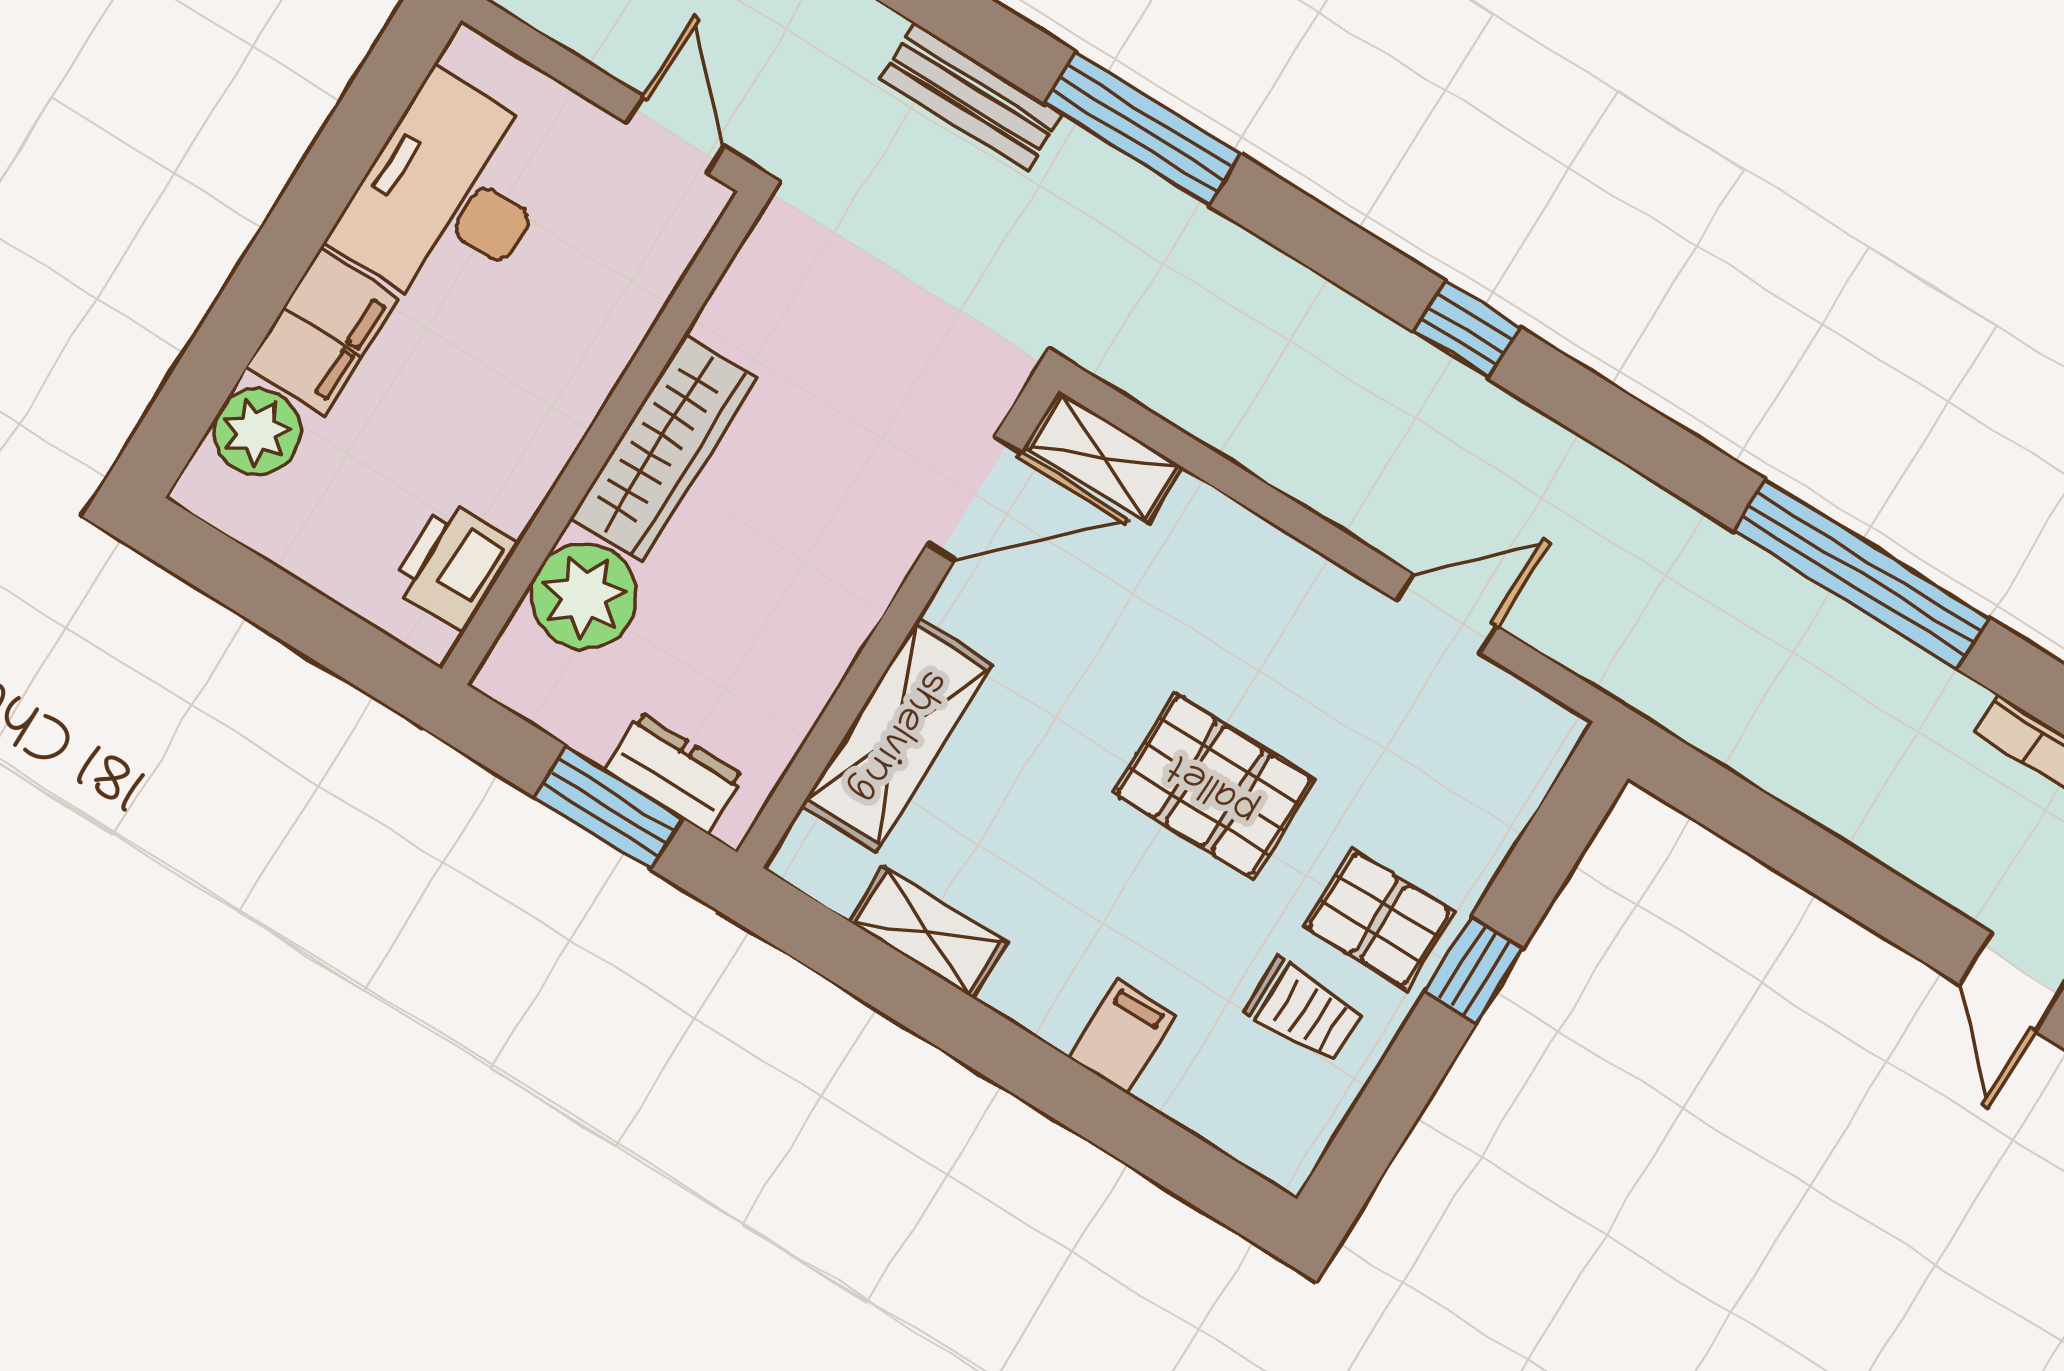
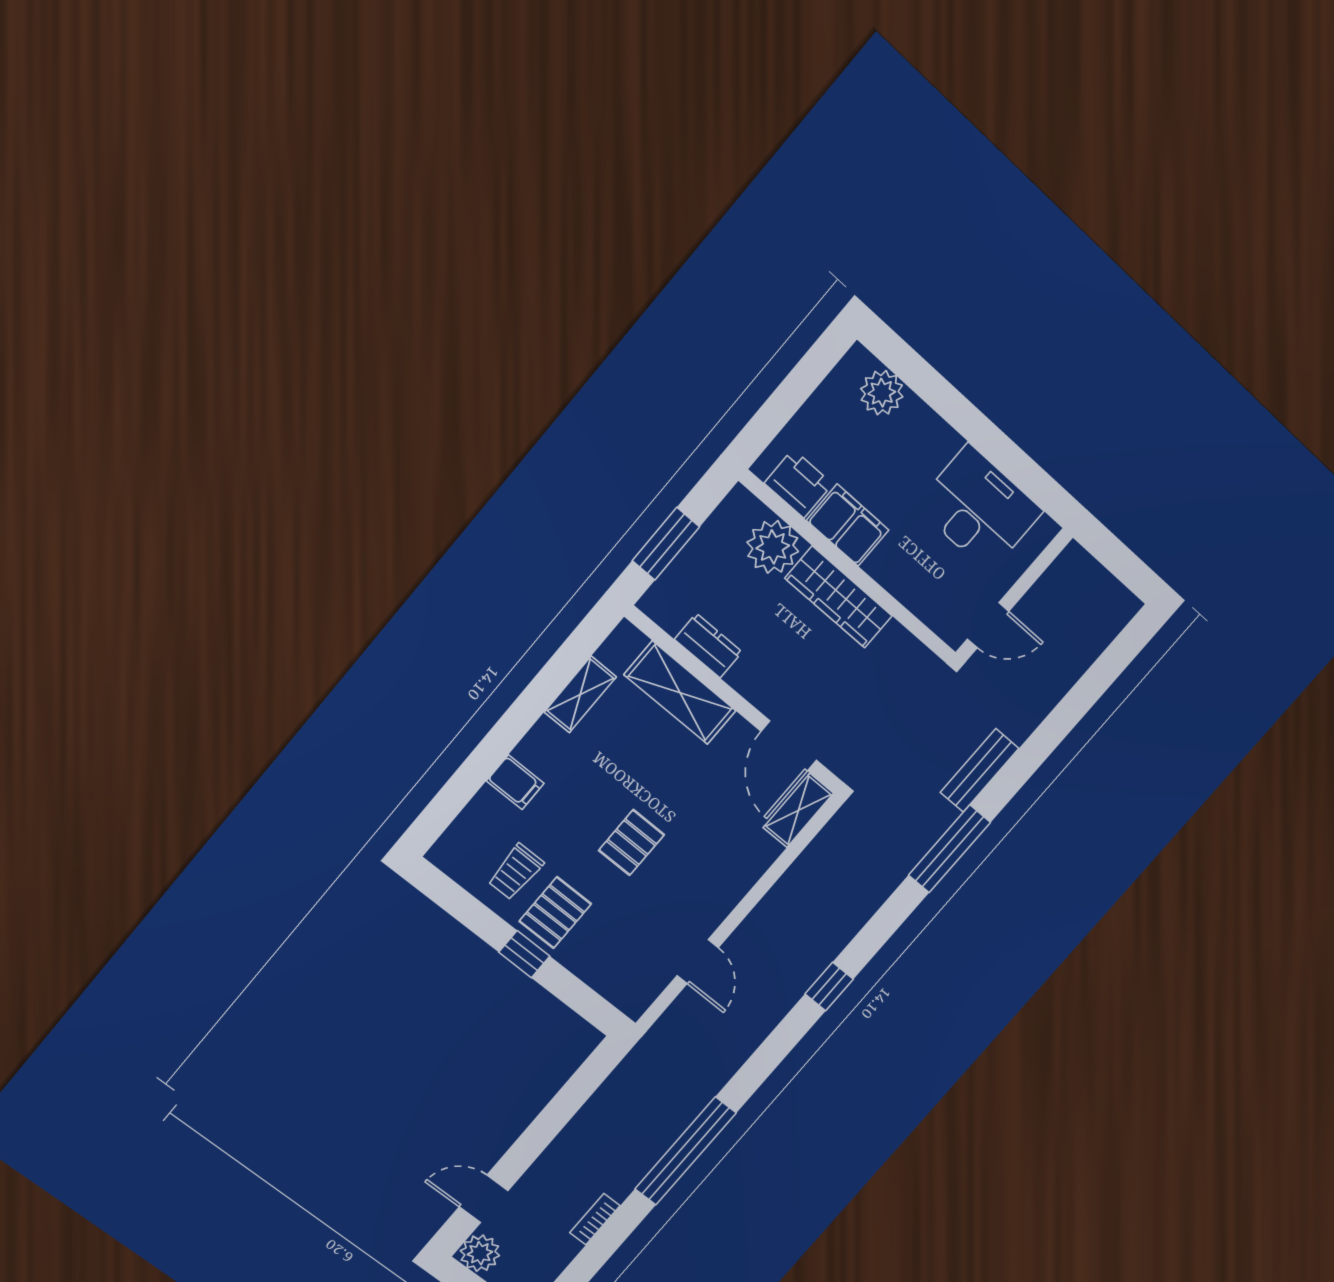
filing cabinet: (323, 332) -> (848, 525), moved, turned 180
dresser: (674, 773) -> (708, 646), moved, turned -90
pallet: (1214, 786) -> (631, 843), width x0.67, depth x0.71

